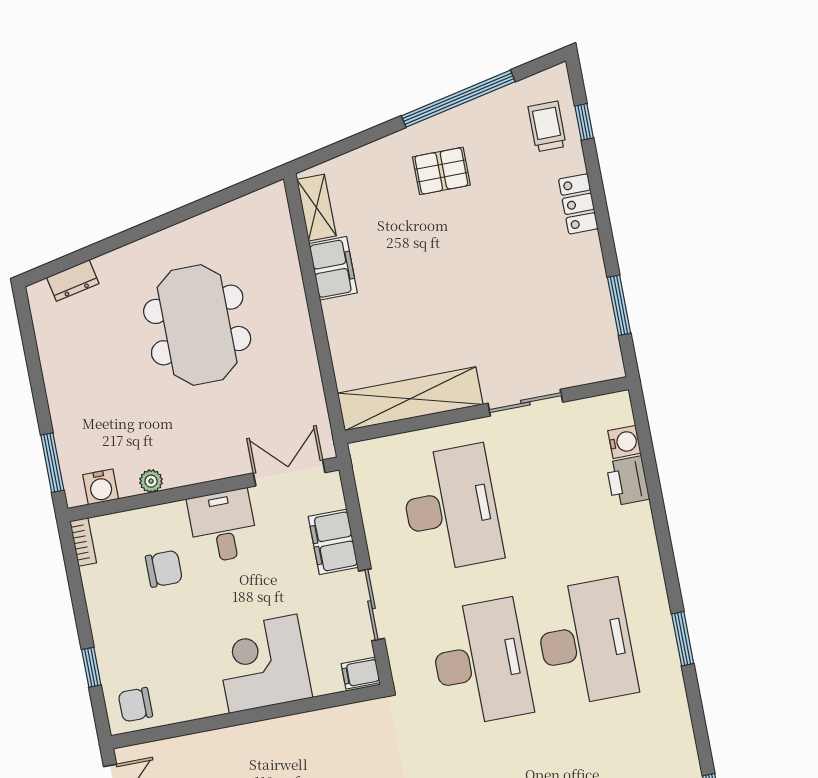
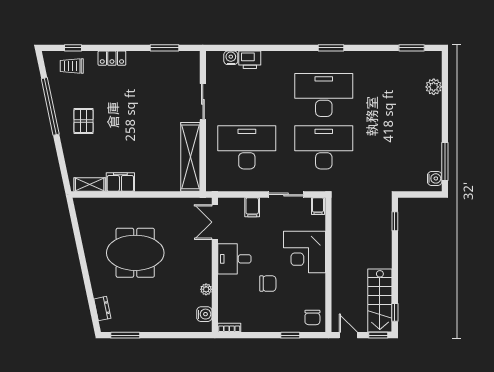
window: (52, 463) -> (125, 335), moved
filing cabinet: (333, 542) -> (252, 207), width x0.50
chair: (164, 569) -> (268, 284), moved, turned 90

